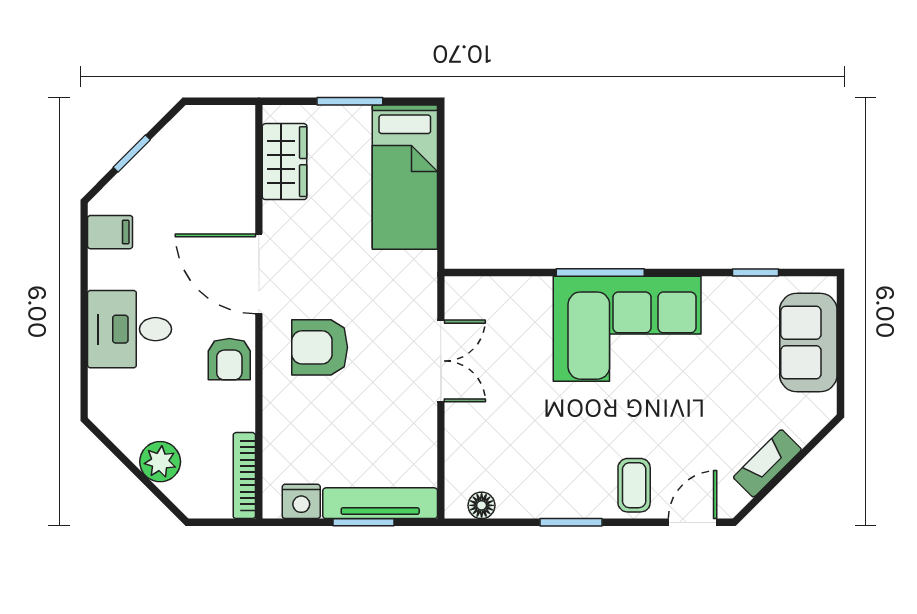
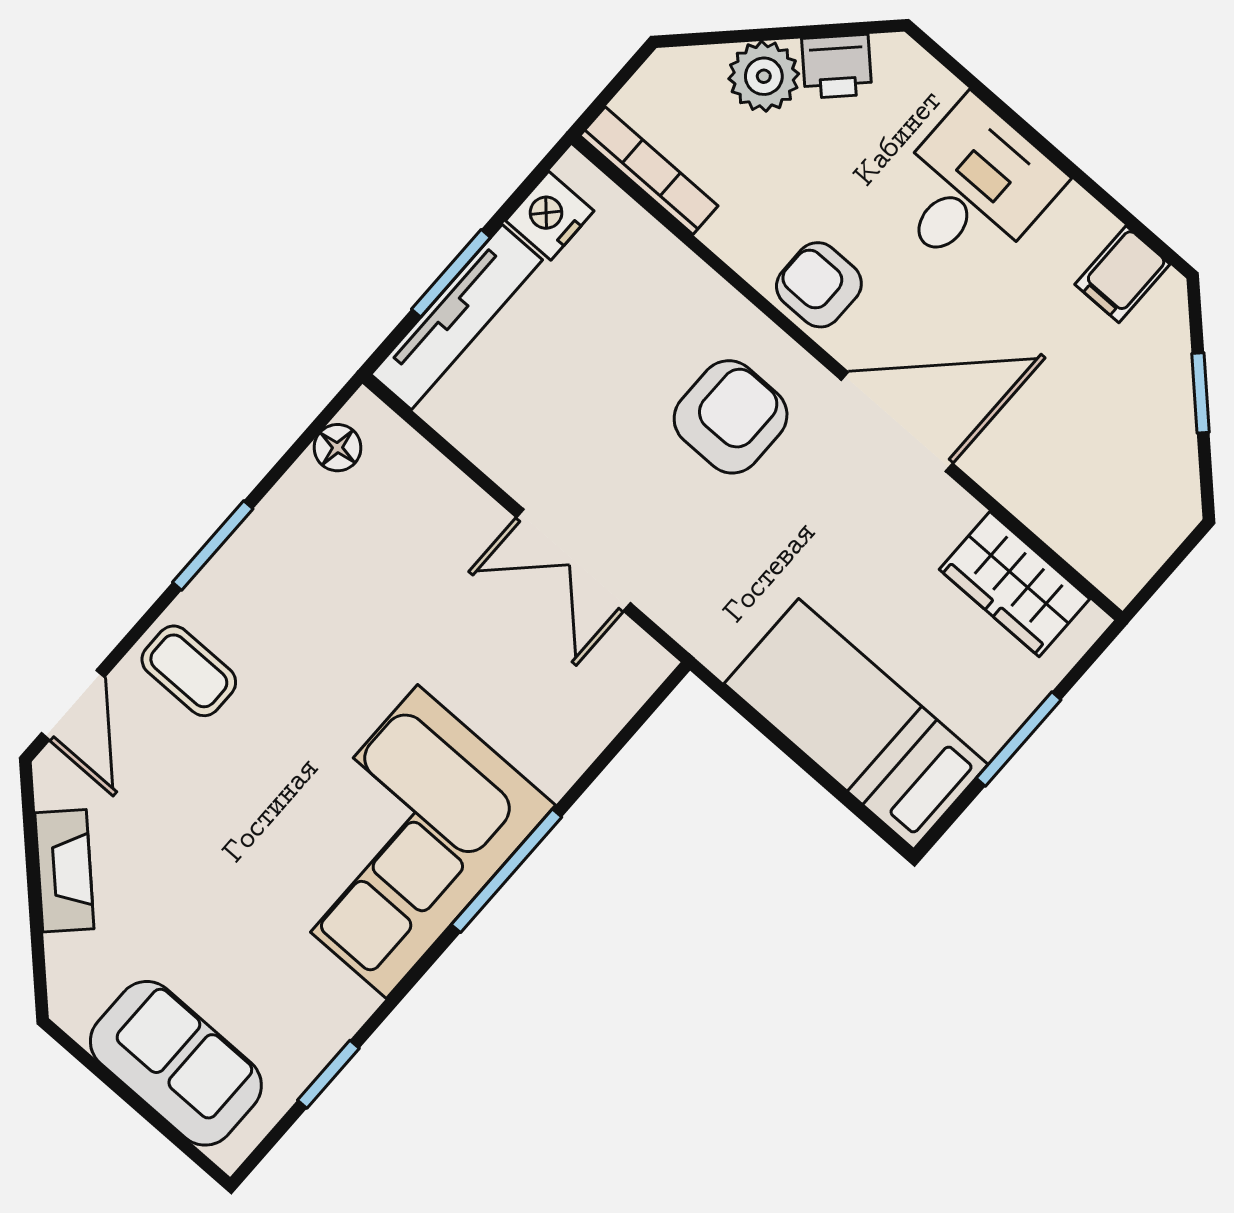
printer: (128, 434) -> (837, 66), added

